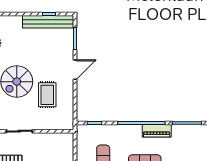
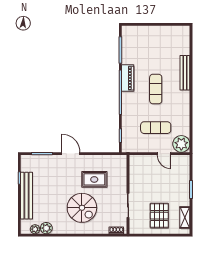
bench: (48, 22) -> (26, 196), moved

